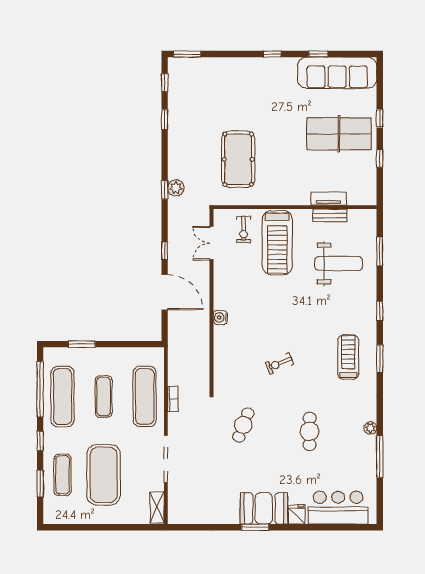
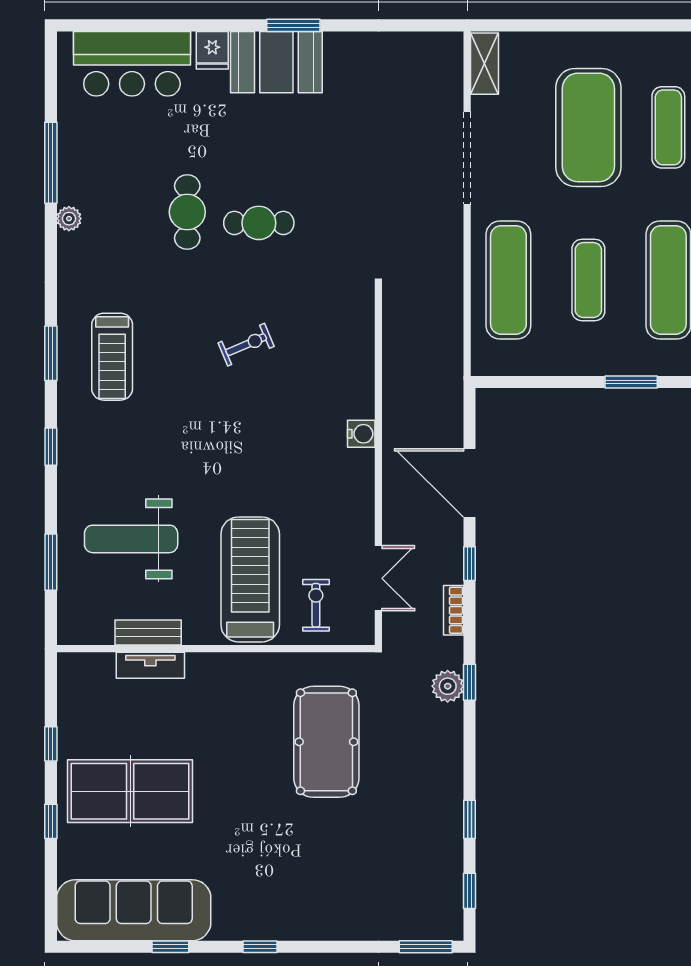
bookcase: (173, 399) -> (454, 610), moved
cafe table: (243, 425) -> (259, 223), moved, turned 69

